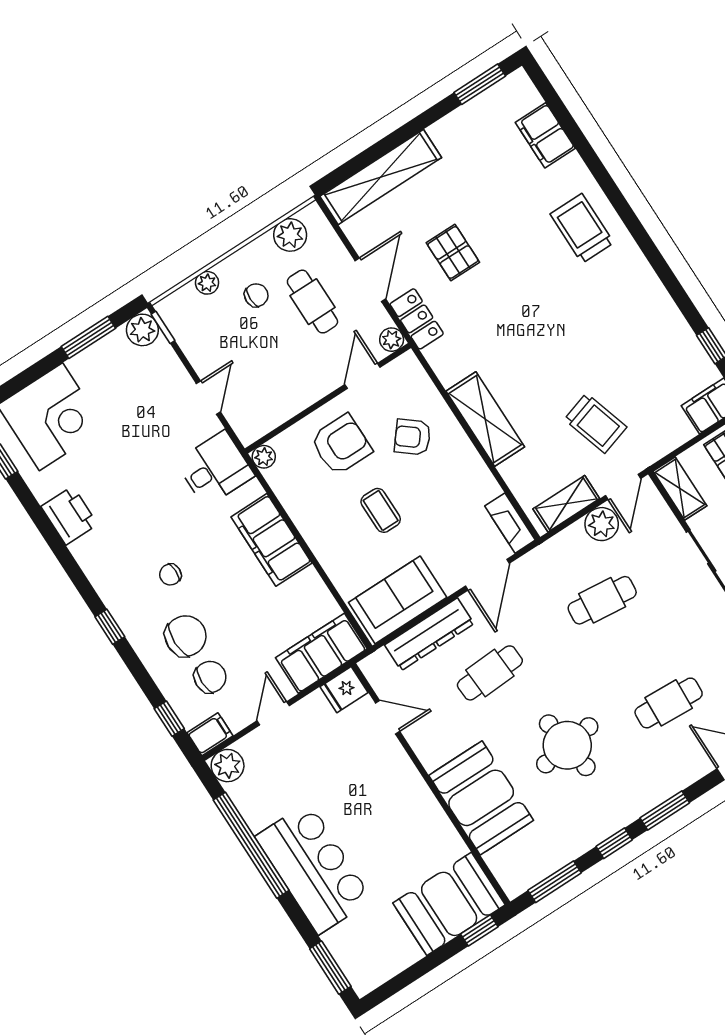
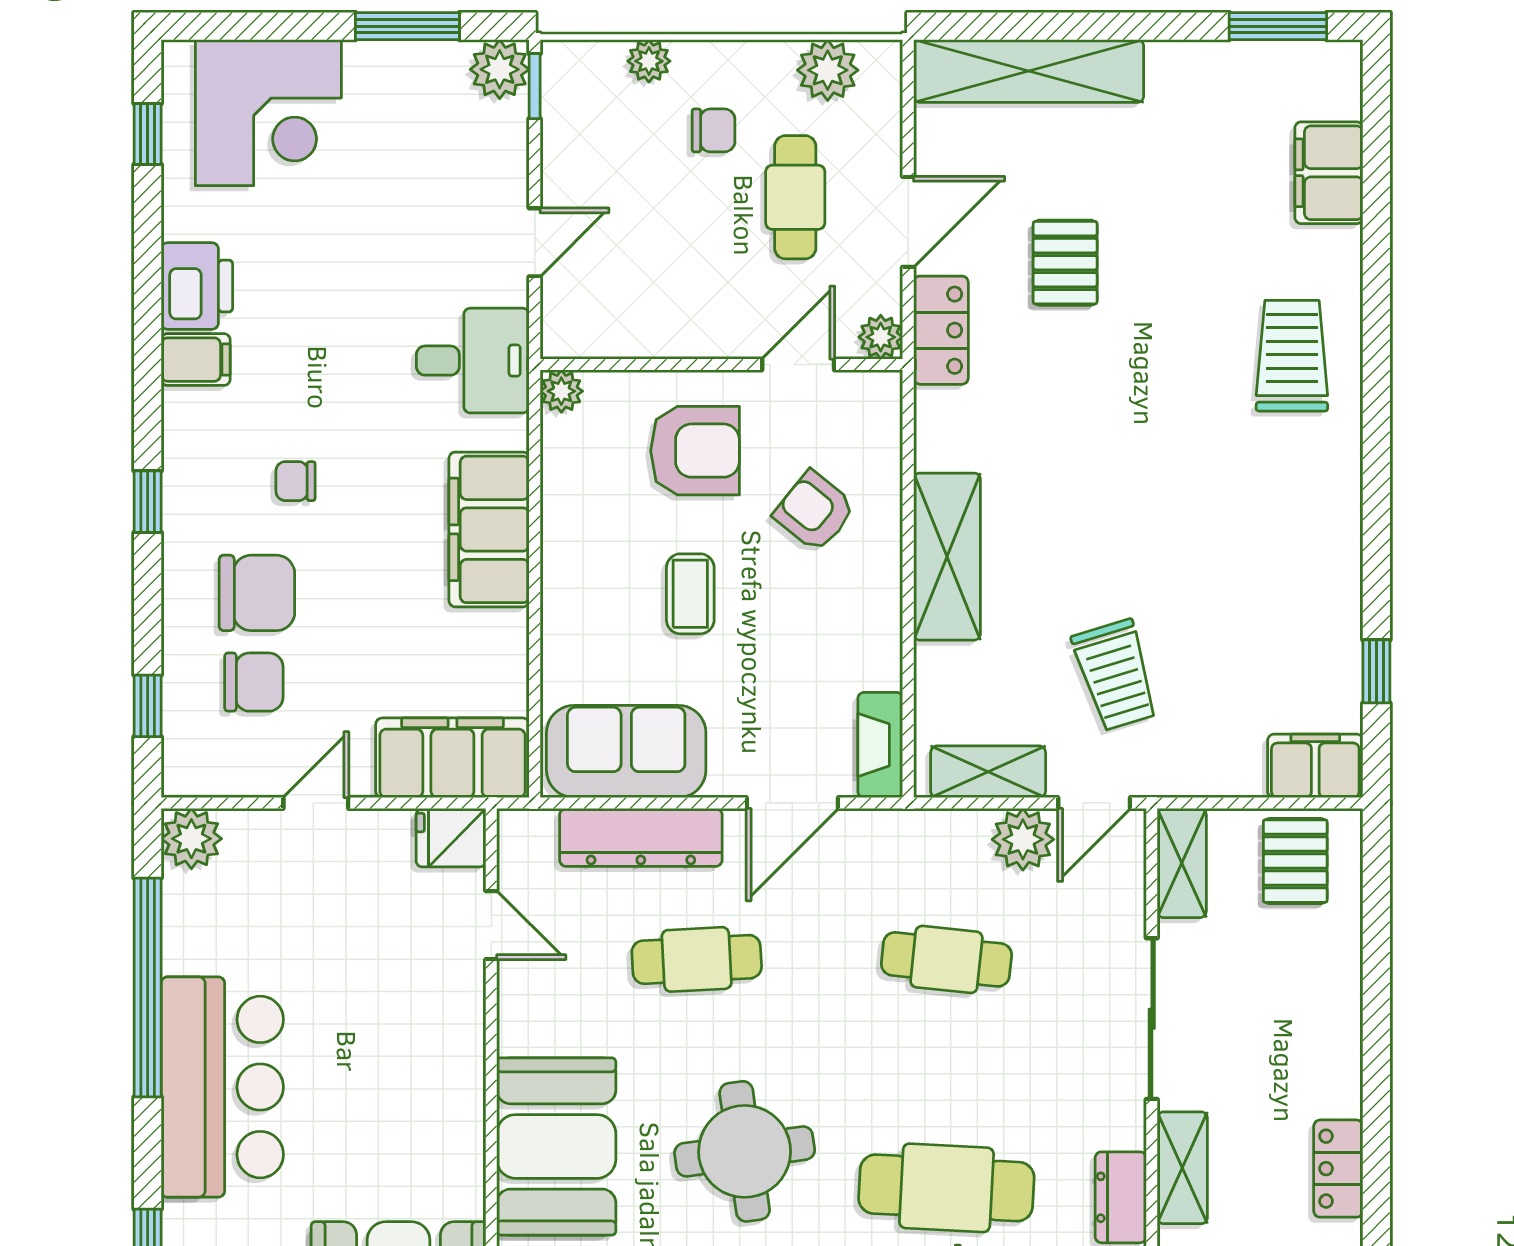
cafe table: (669, 703) -> (946, 1188), width x1.37, depth x1.35
filing cabinet: (210, 734) -> (196, 360), moved

